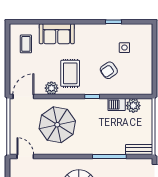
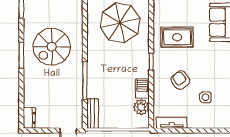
tv unit: (147, 78) -> (172, 123), added
plant: (51, 88) -> (160, 16), removed

